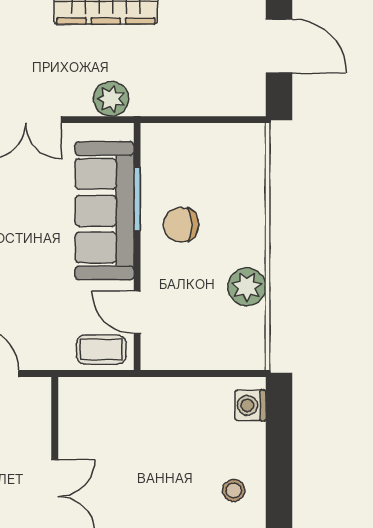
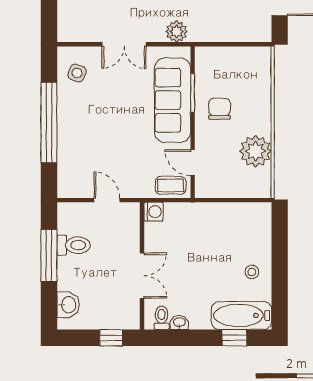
chair: (181, 225) -> (219, 109), turned 90
plant: (247, 287) -> (256, 151), width x1.36, depth x1.36
washing machine: (250, 405) -> (154, 212), moved, turned 180

